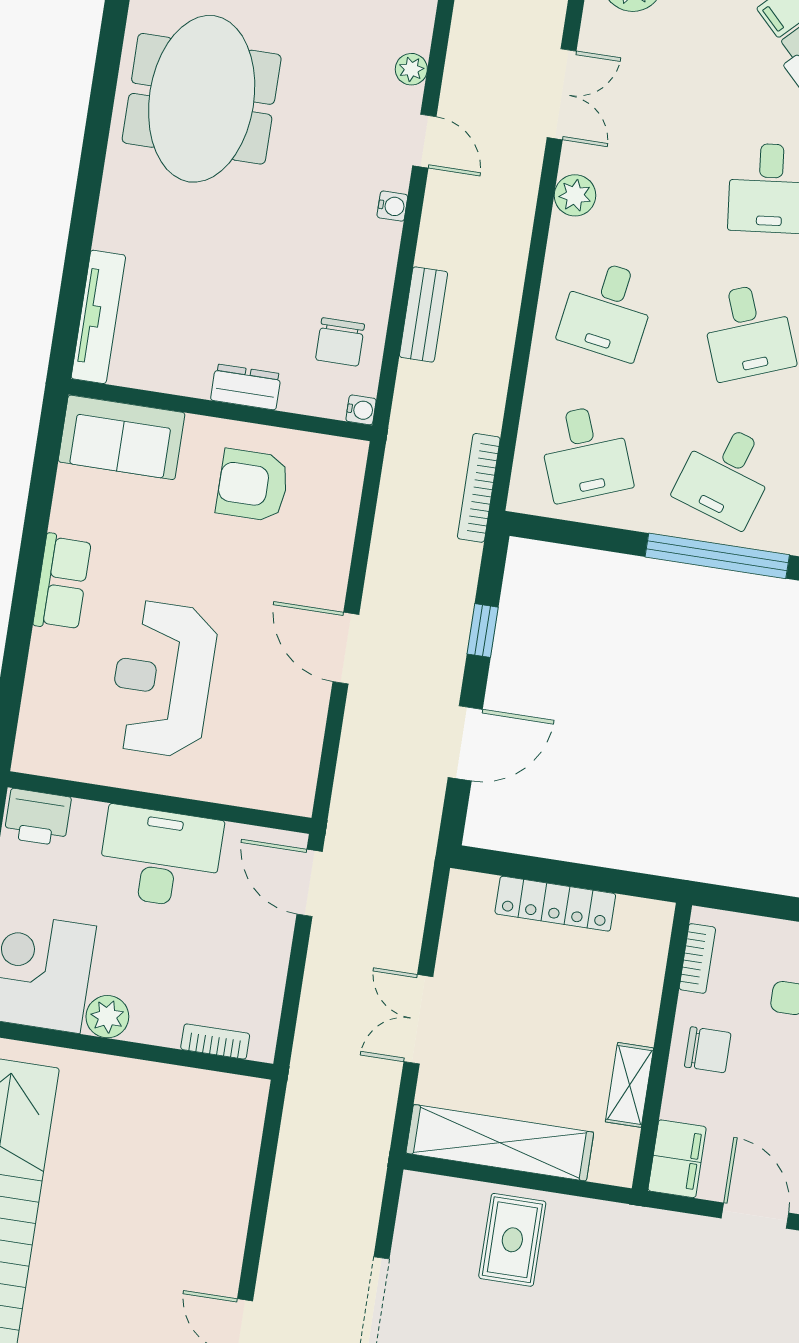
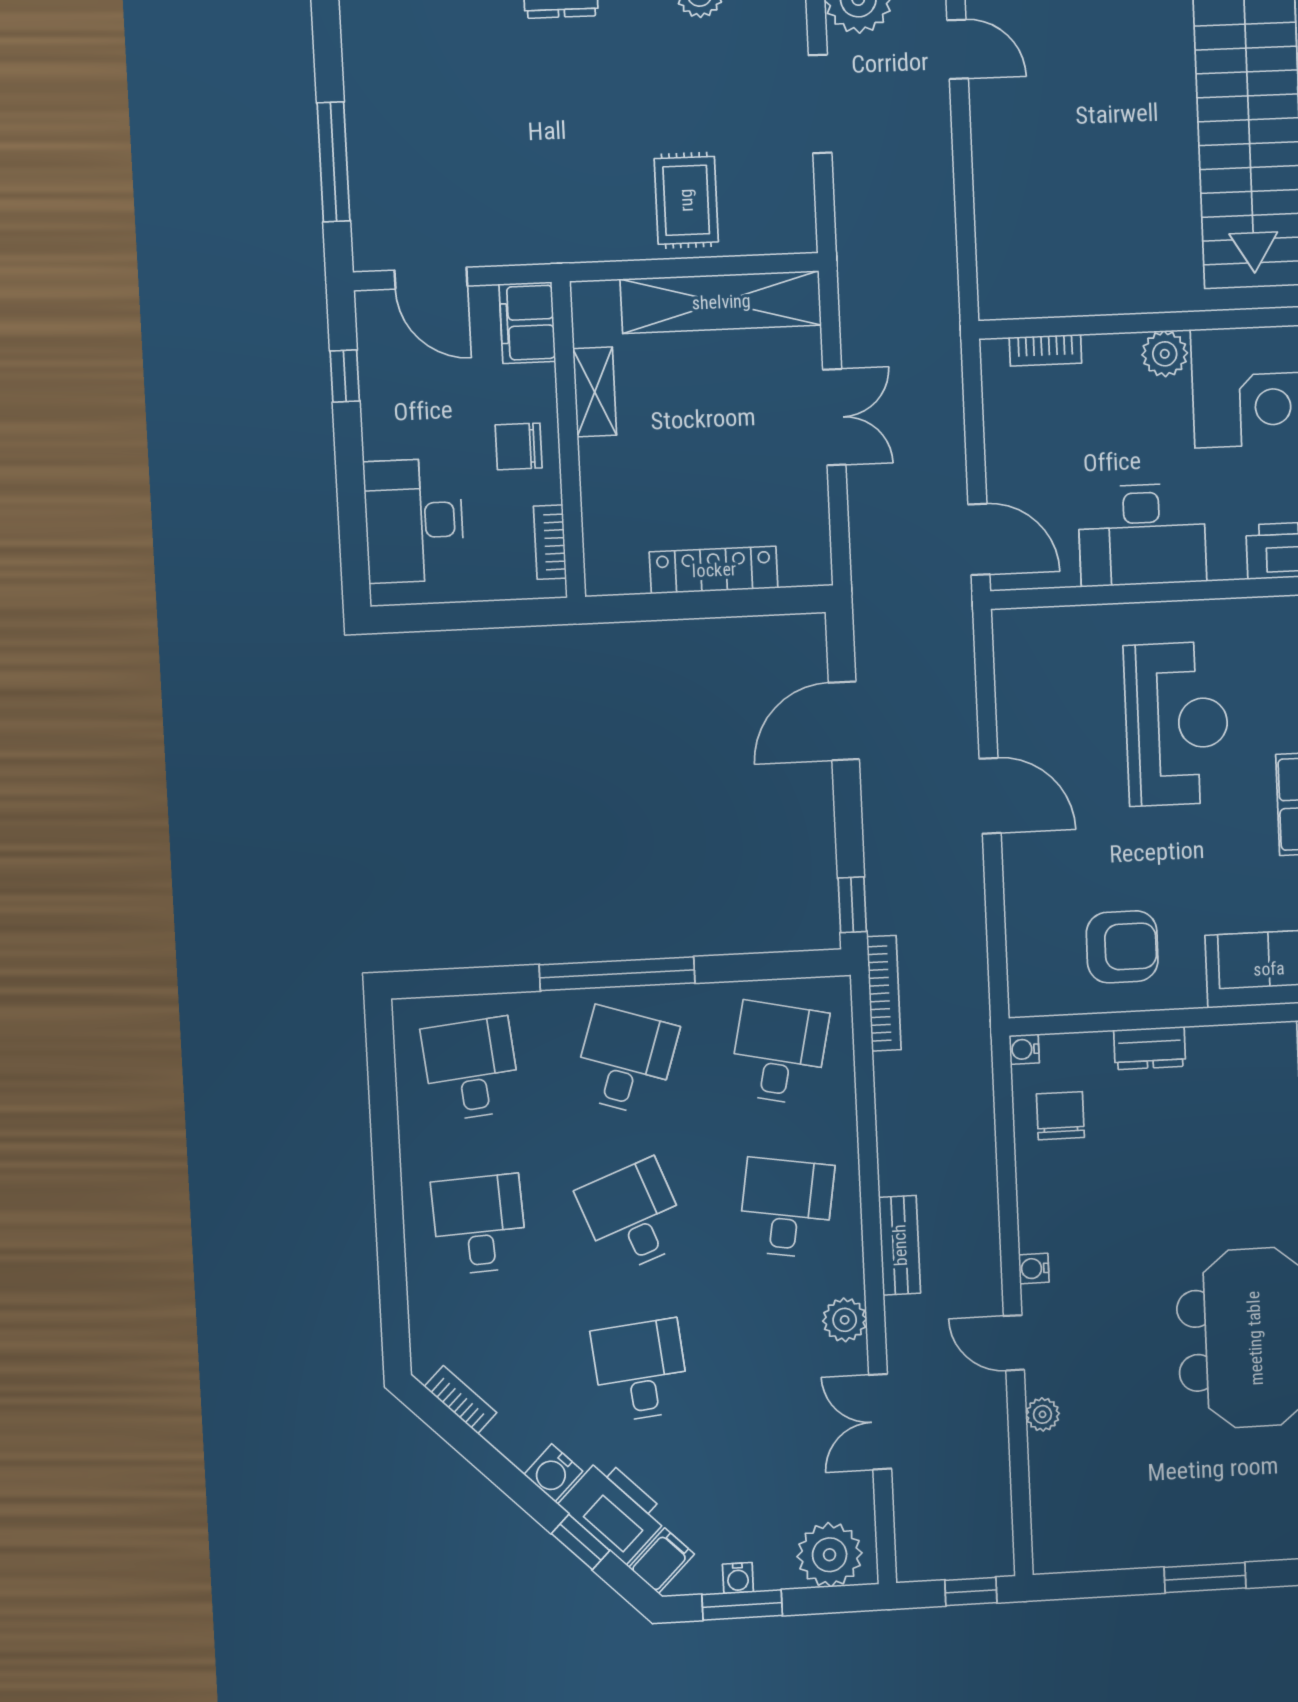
bench: (423, 314) -> (900, 1245), moved
desk: (585, 453) -> (779, 1053), turned 33
window: (483, 631) -> (852, 905), moved

